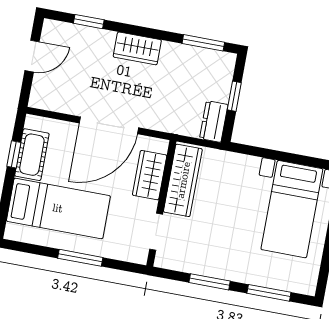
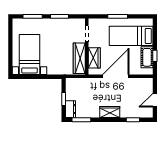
dresser: (214, 122) -> (71, 109), moved

